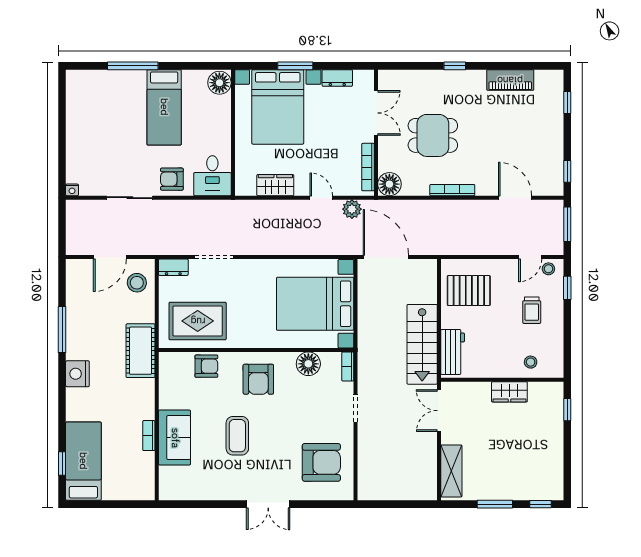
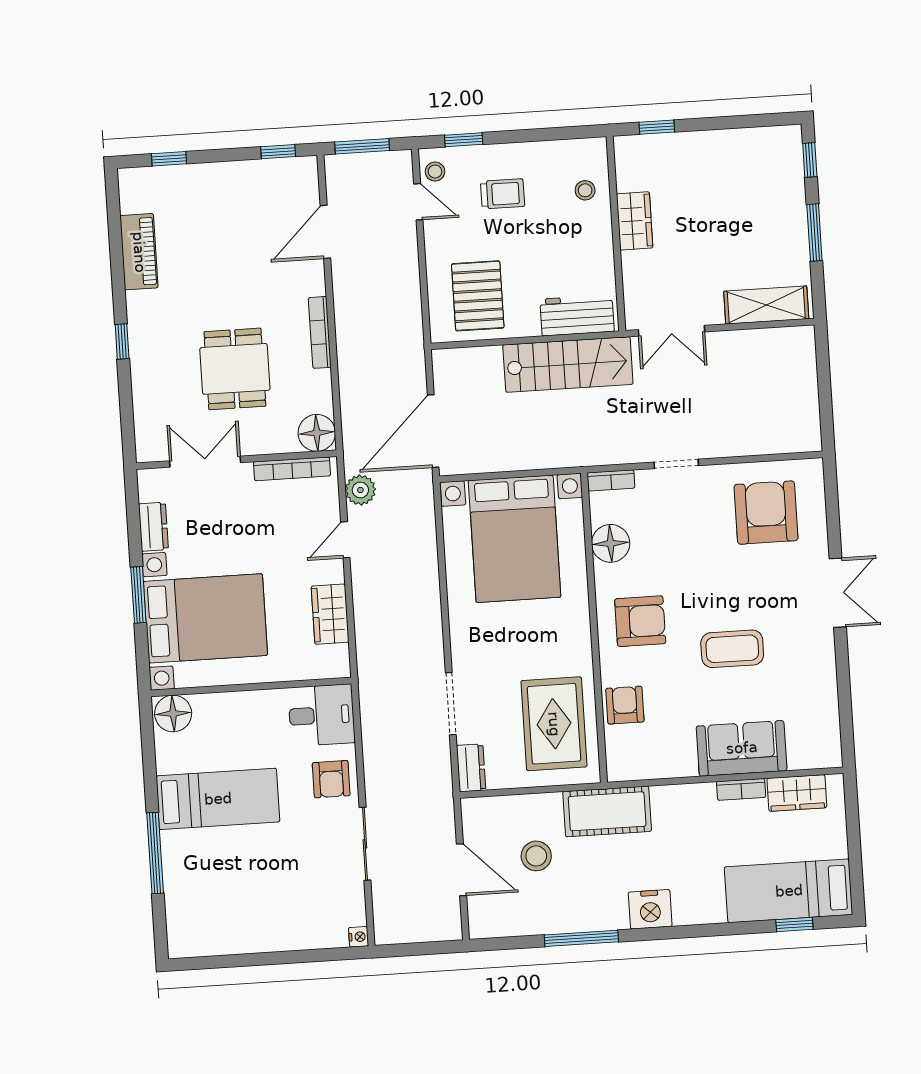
stool: (137, 283) -> (536, 856), moved
wardrobe: (144, 470) -> (797, 793), added

